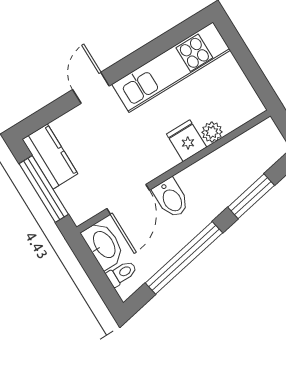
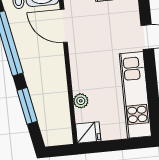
fridge: (187, 141) -> (88, 132), moved
bidet: (171, 198) -> (51, 54), removed

